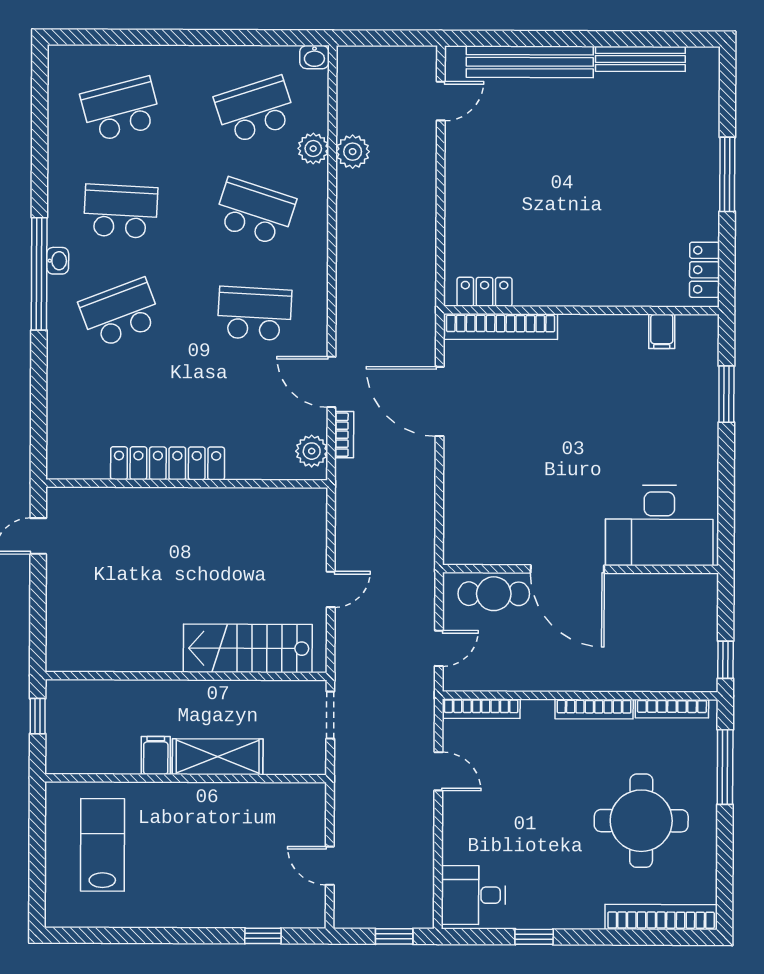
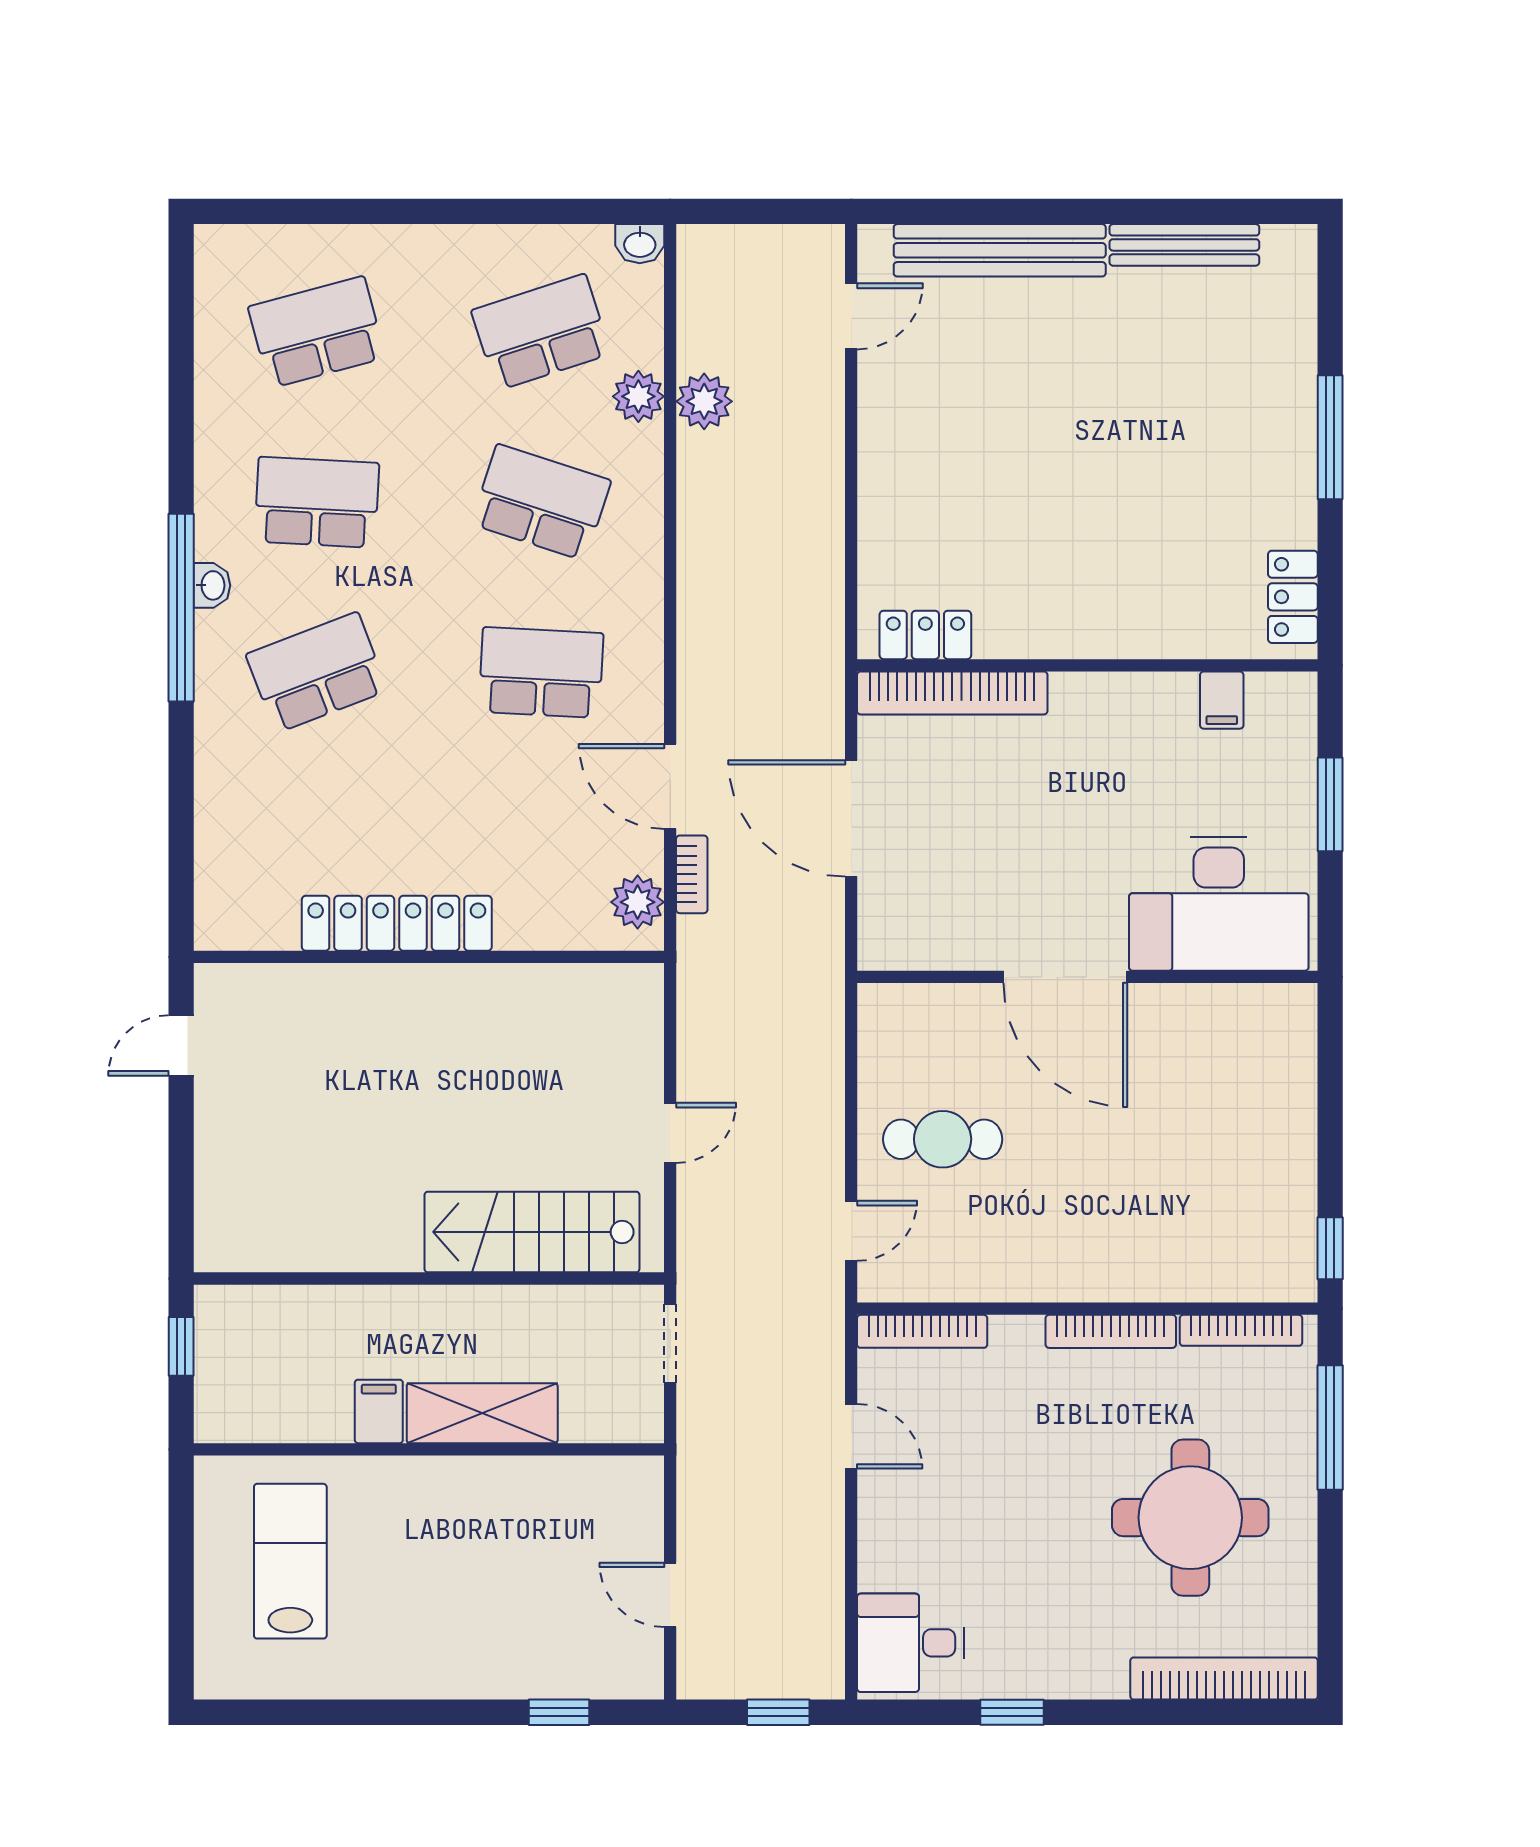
desk: (659, 526) -> (1219, 904), moved
door: (567, 569) -> (1065, 977), moved
wall: (580, 569) -> (1087, 977), moved

